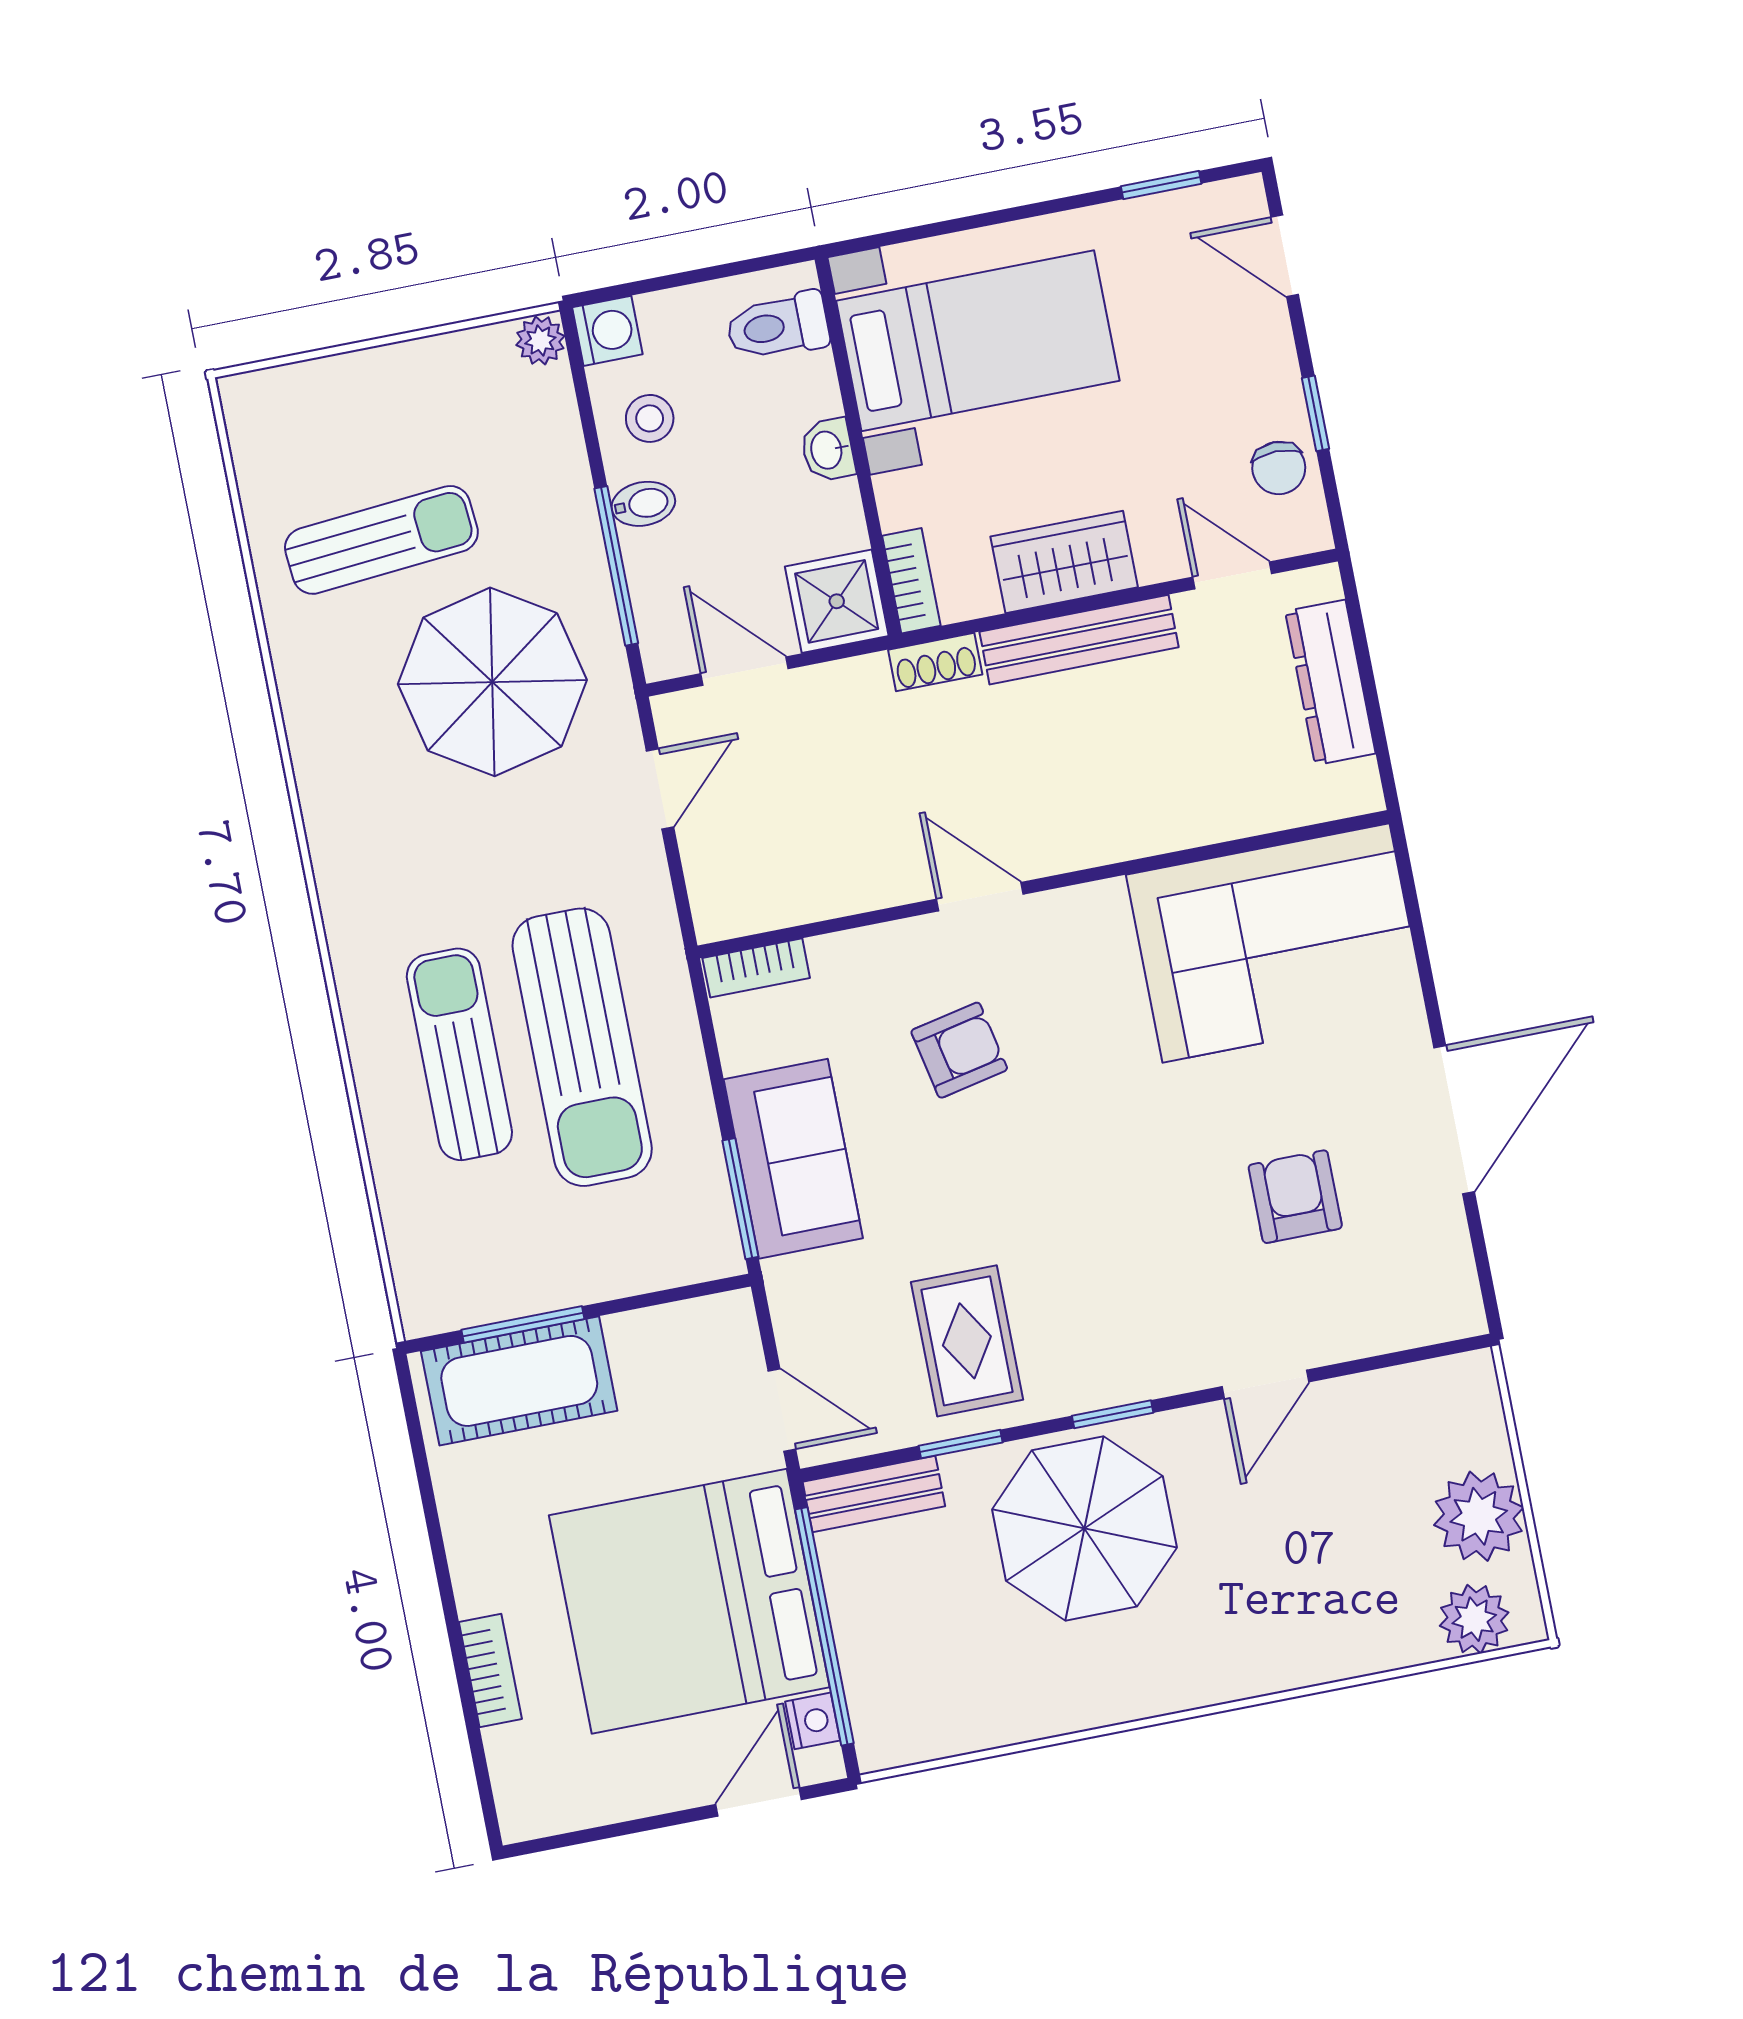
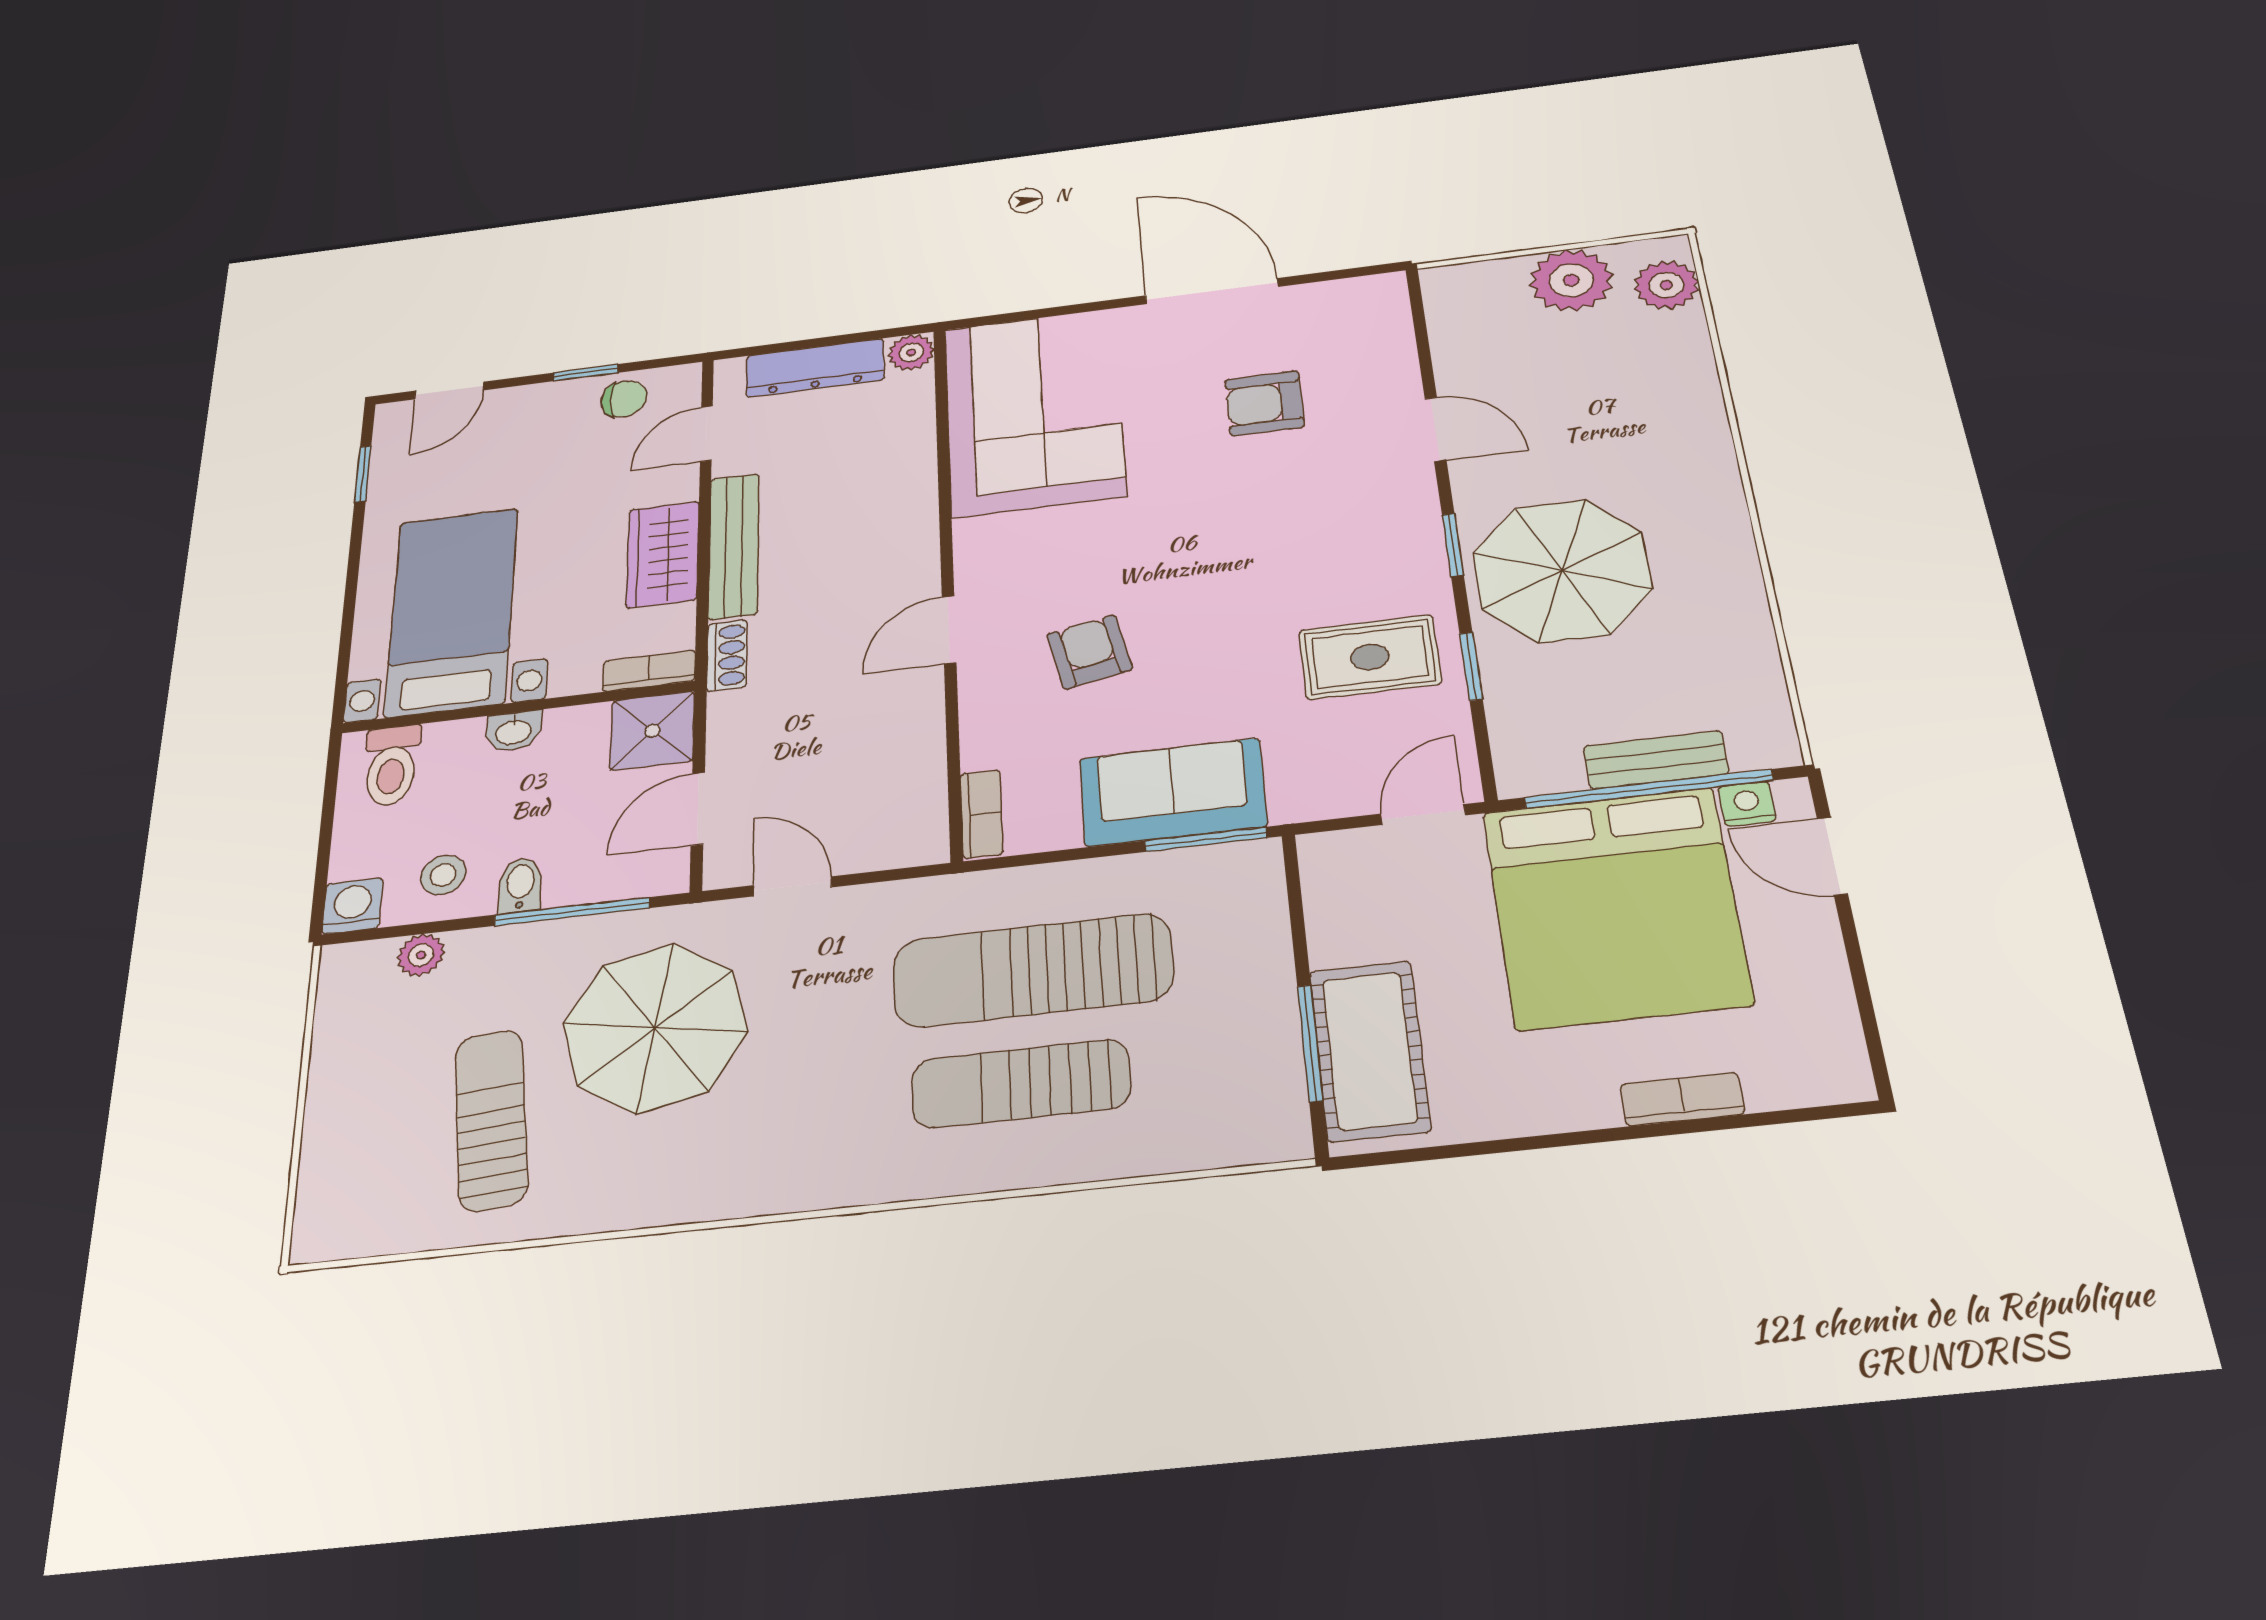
plant: (540, 341) -> (421, 955), moved
plant: (1356, 790) -> (911, 352), added
sun lounger: (582, 1047) -> (1033, 970), turned 180
bench: (874, 1494) -> (1656, 760), moved, turned 90

